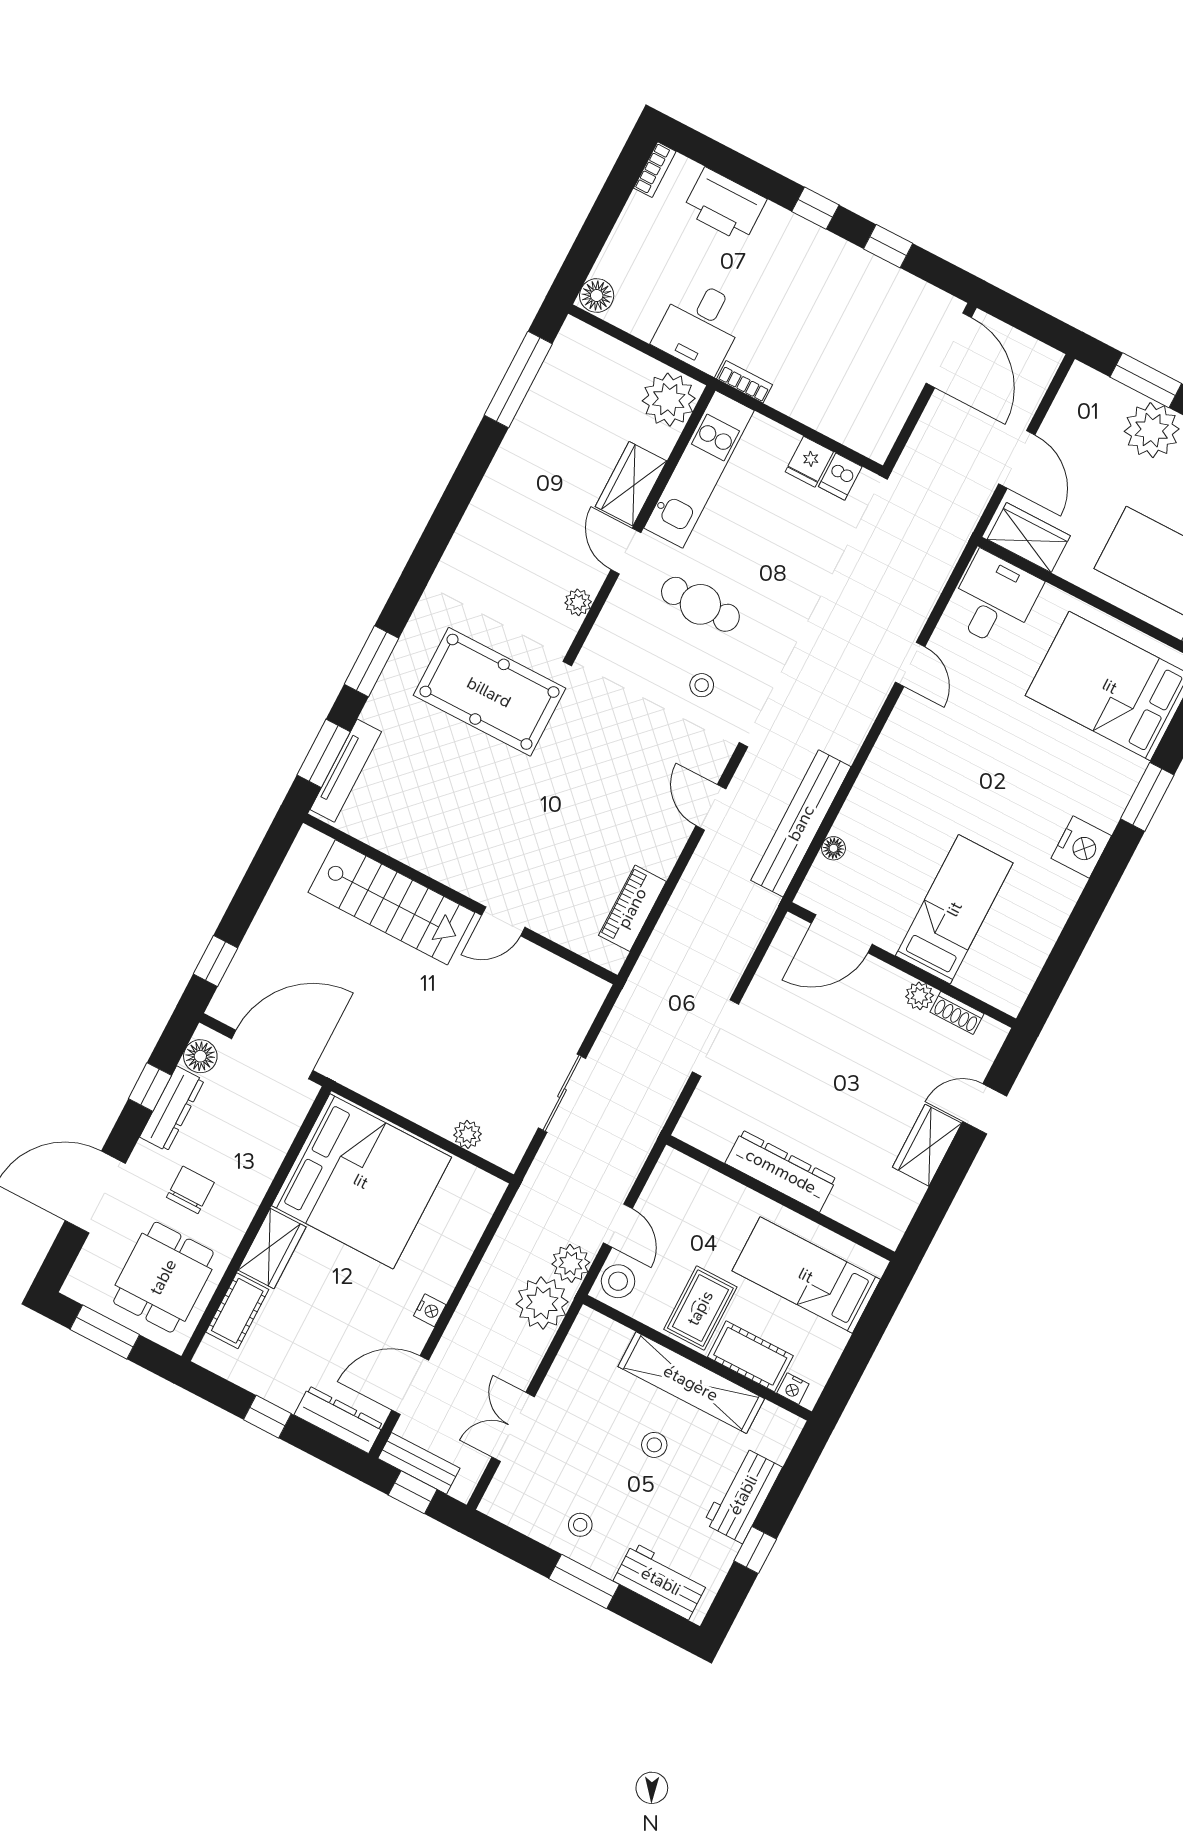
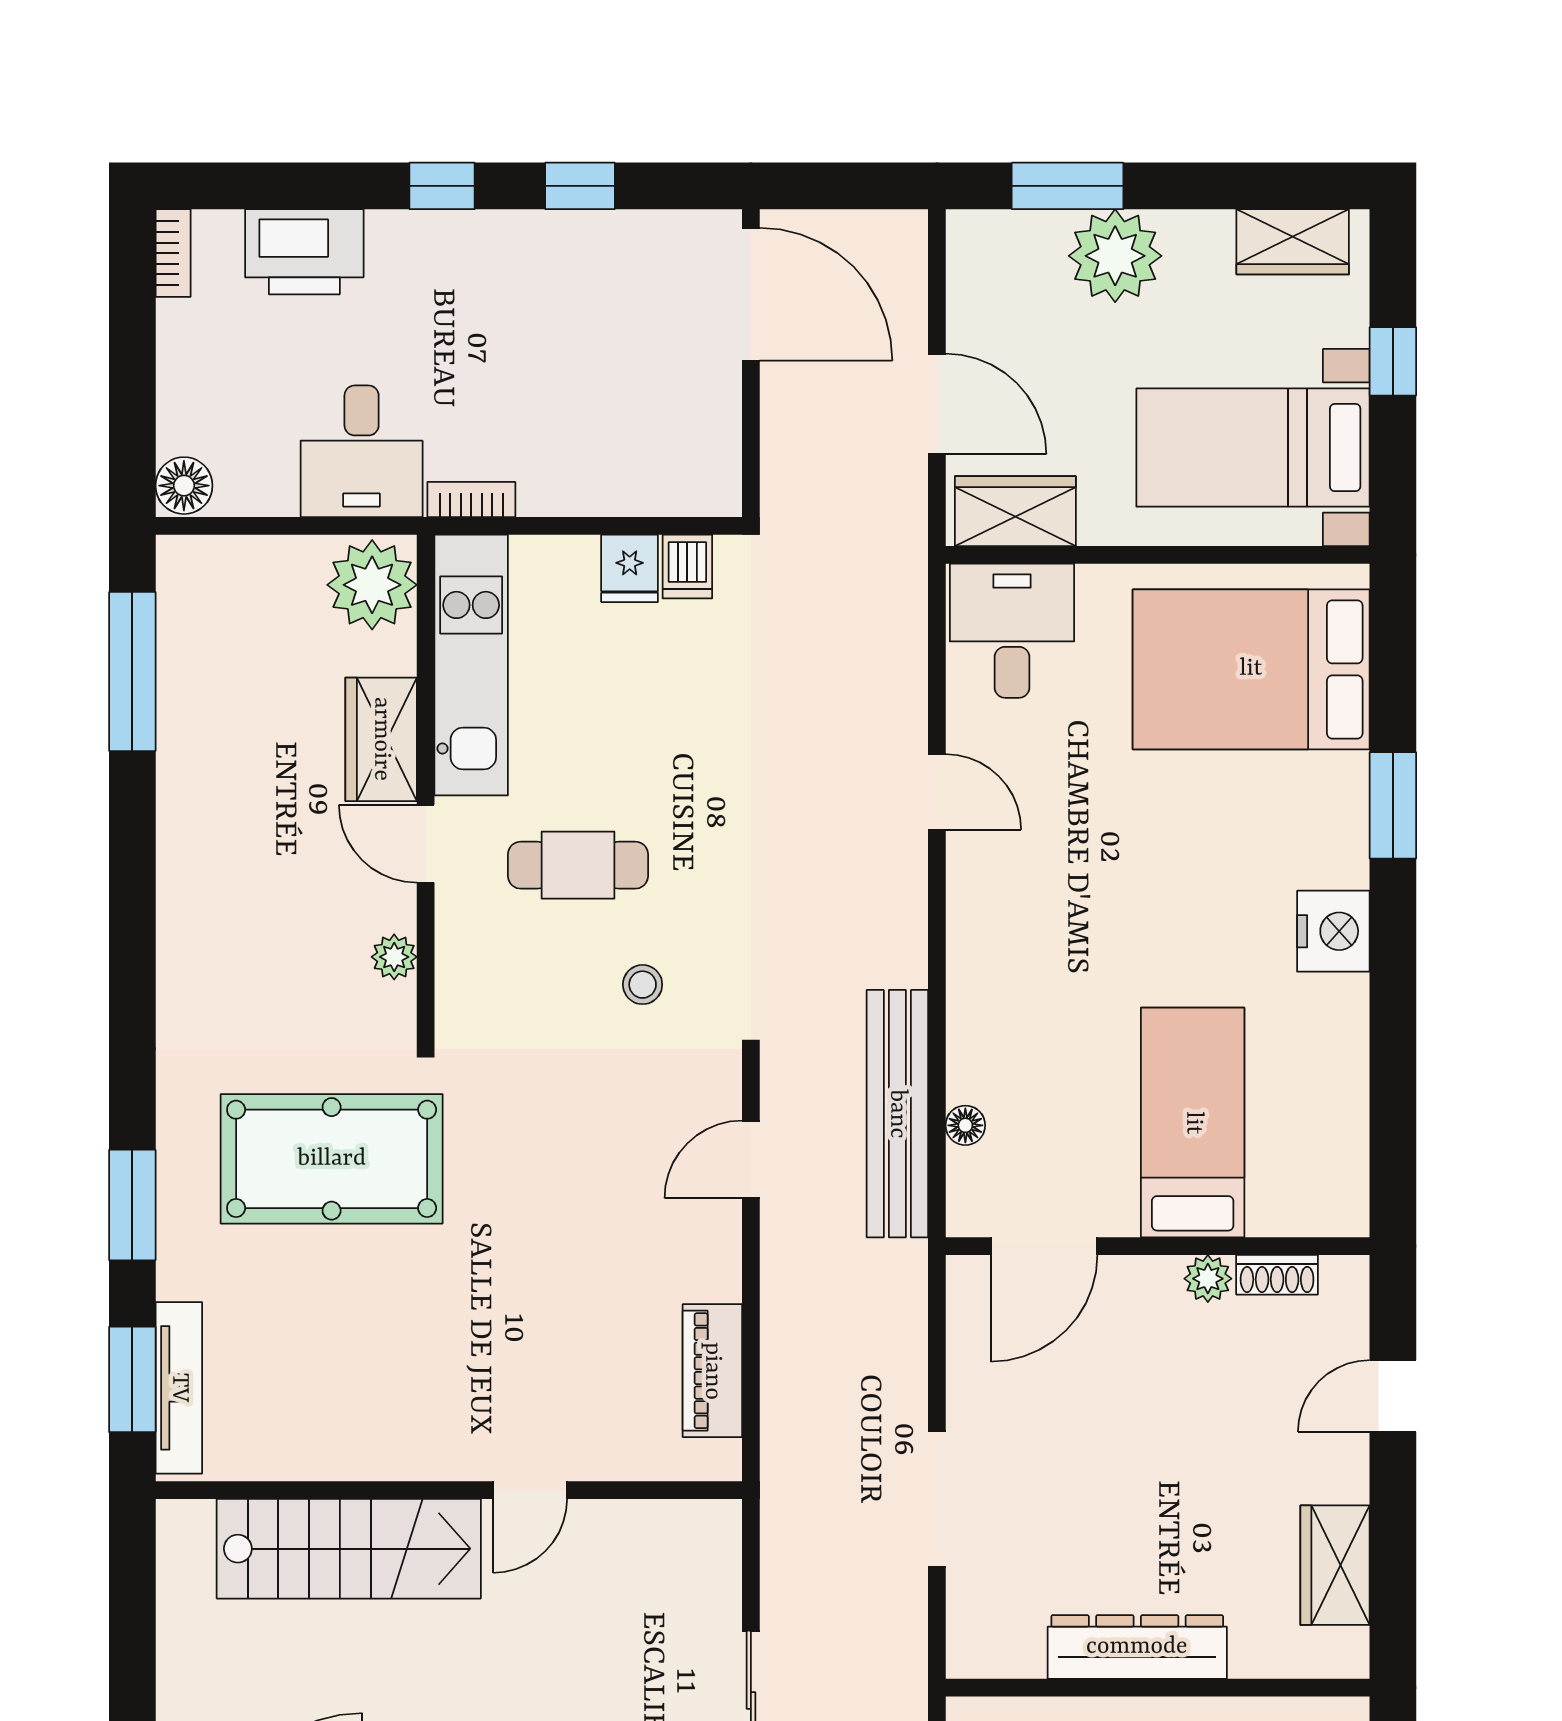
door: (711, 807) -> (751, 1159), hinge flipped
wardrobe: (927, 1145) -> (1335, 1565), moved

